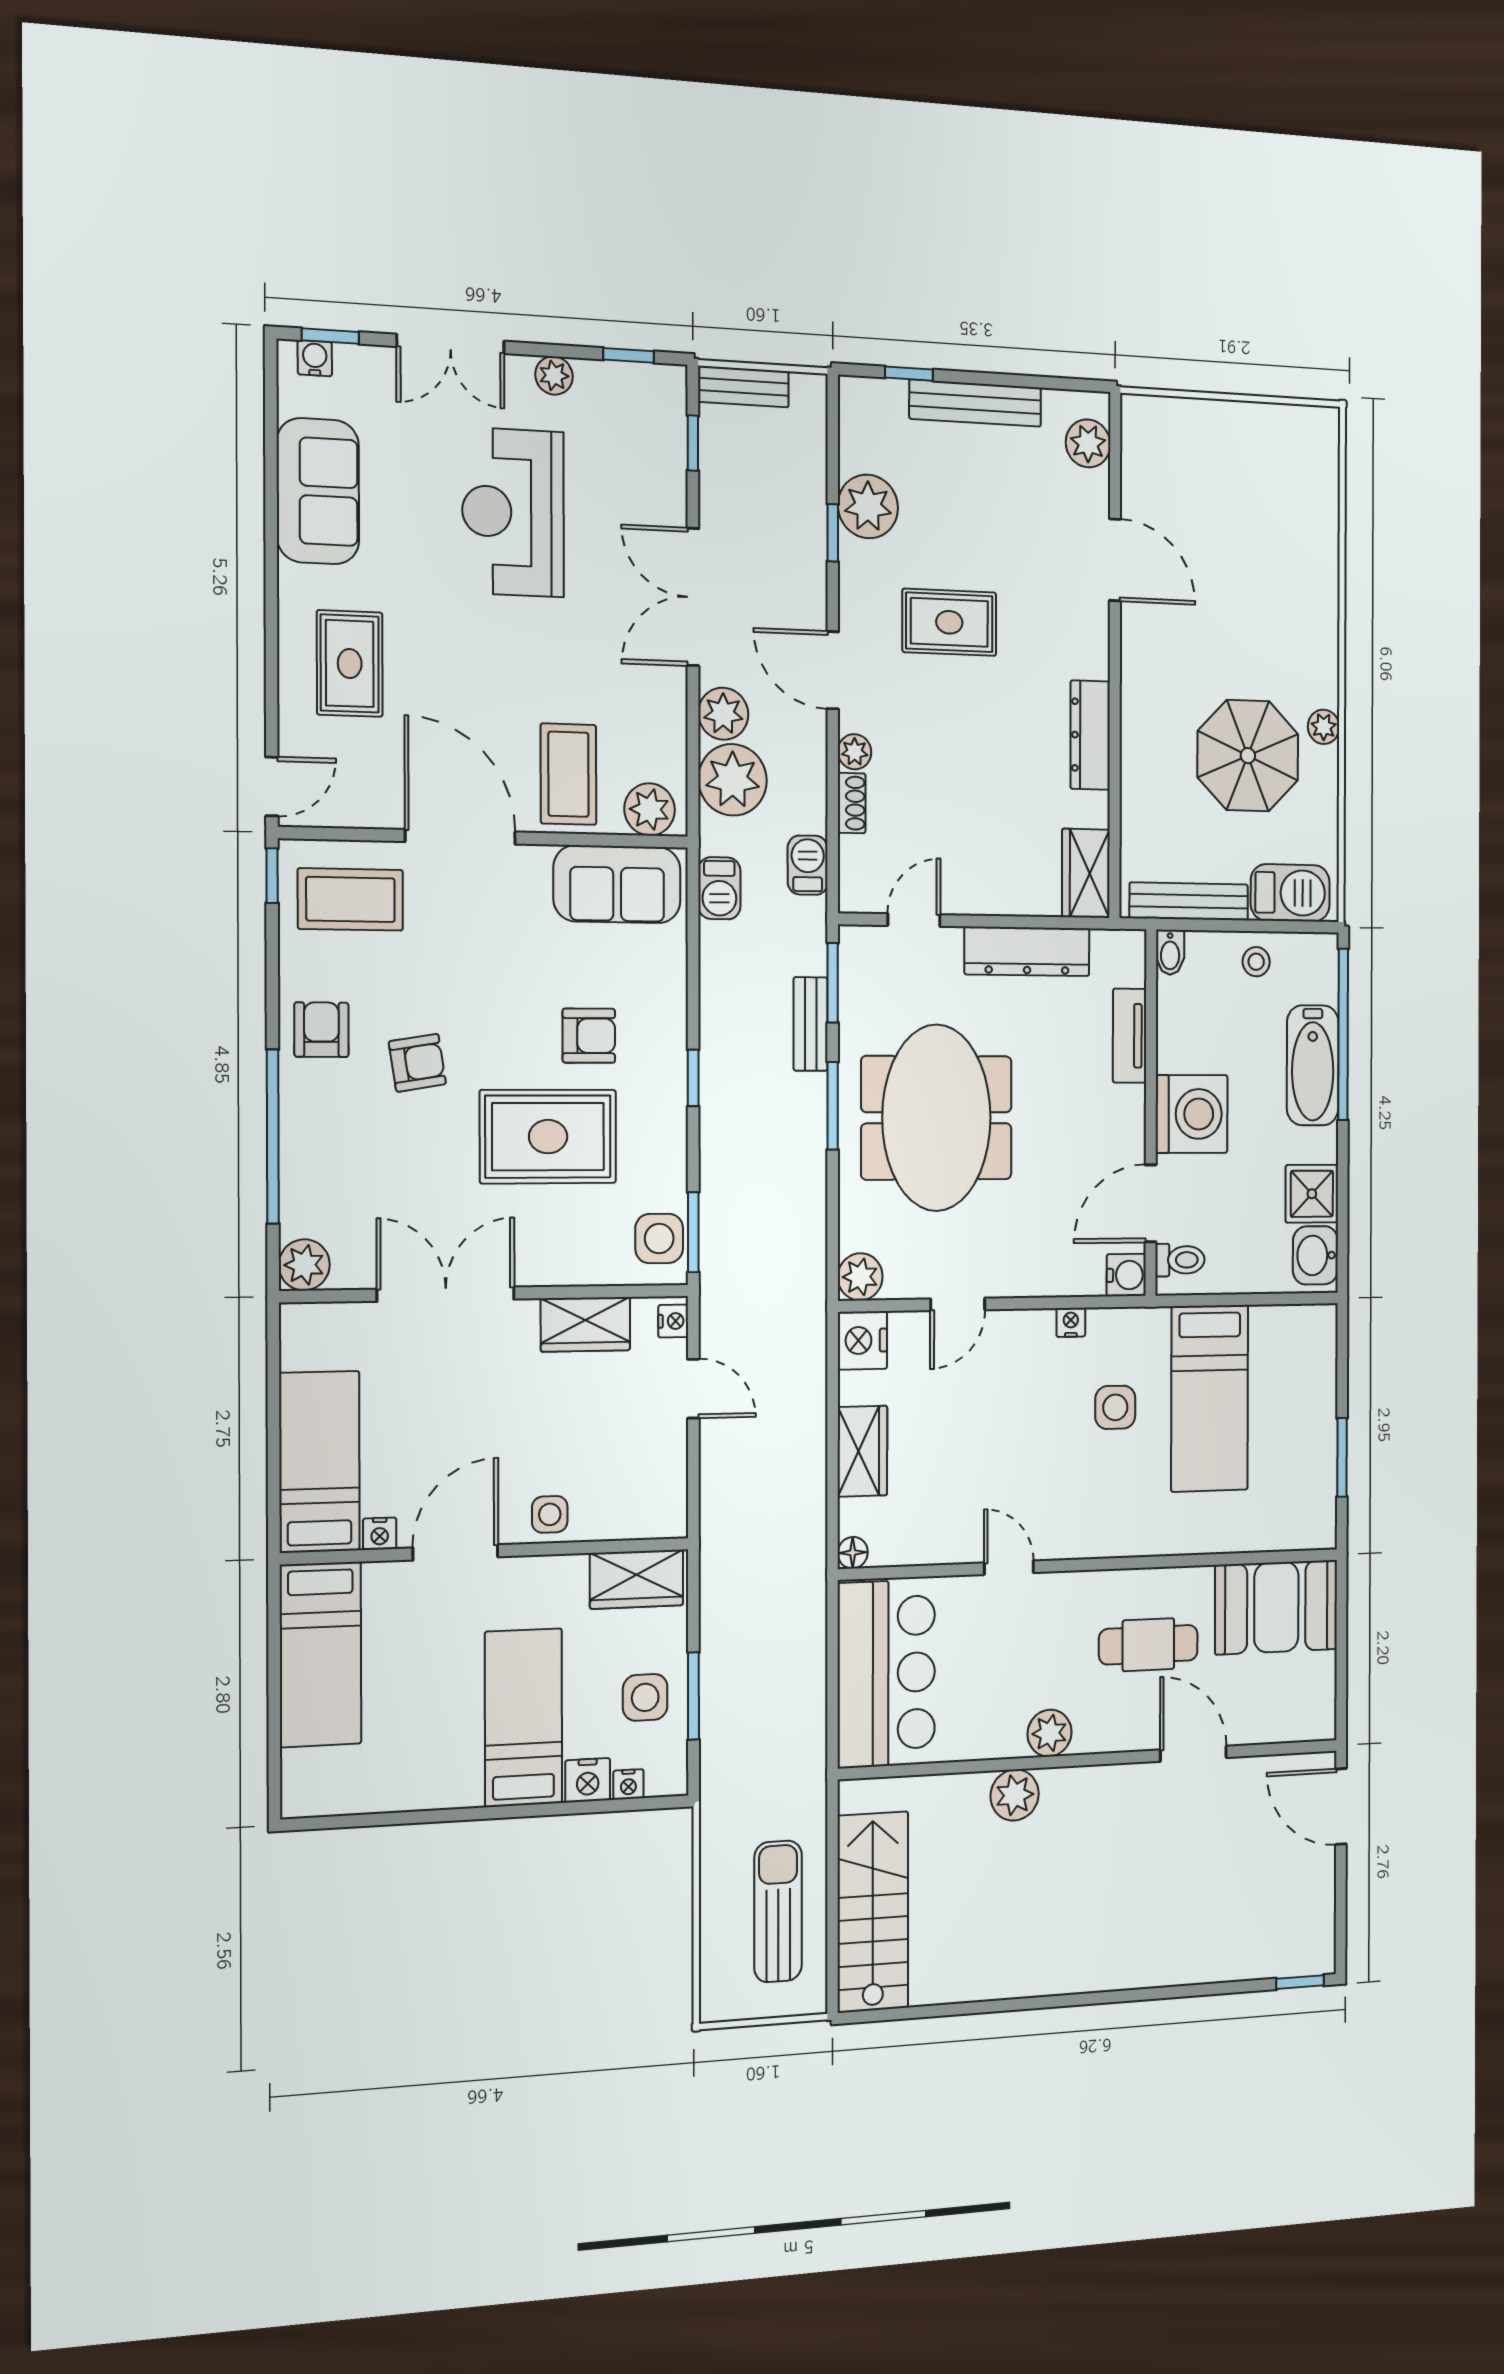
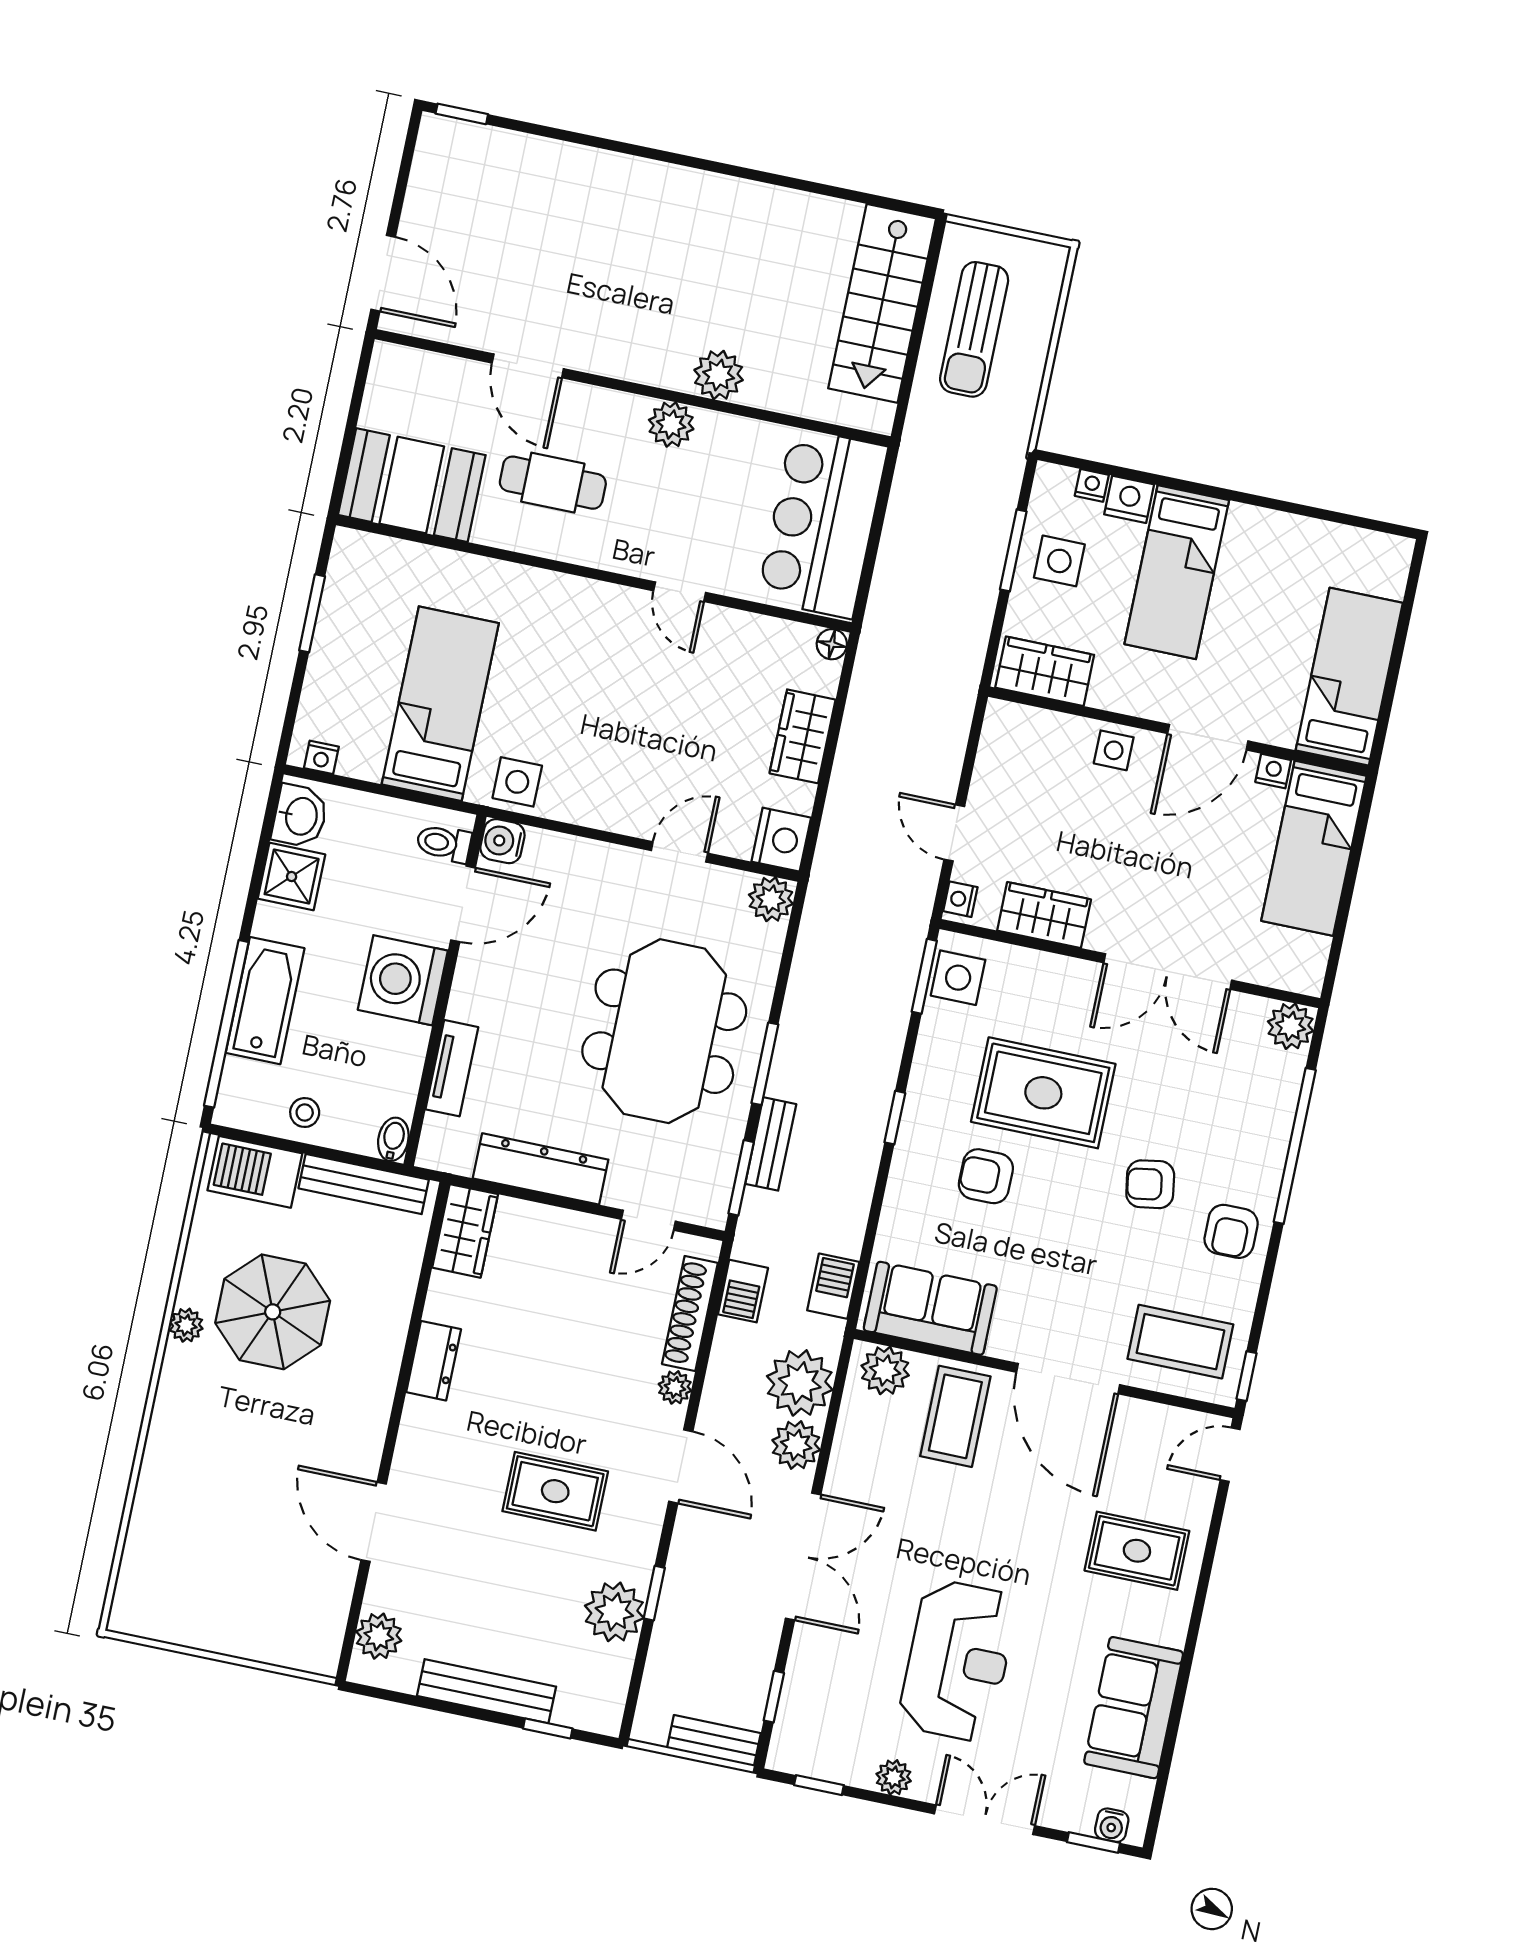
rug: (350, 664) -> (1137, 1551), turned 90
dresser: (1090, 735) -> (434, 1361), width x0.70
shoe rack: (852, 803) -> (690, 1314), width x1.94, depth x1.24
nightstand: (1071, 1322) -> (321, 757), moved
side table: (1115, 1407) -> (517, 782), moved

